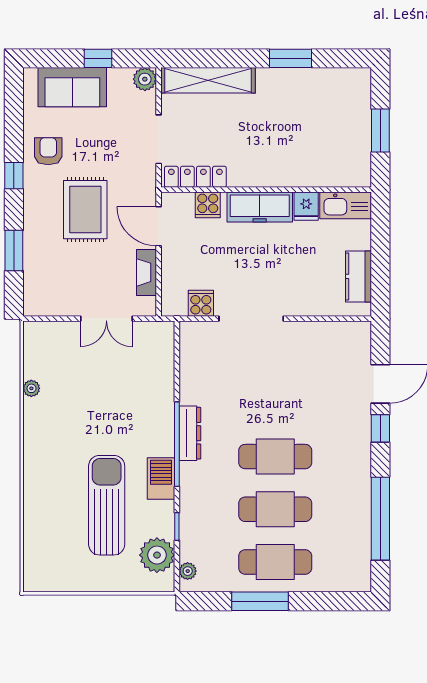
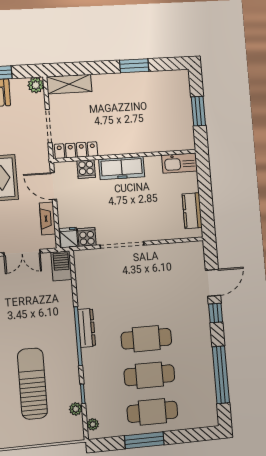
shelving: (208, 80) -> (69, 84), width x0.68
fridge: (306, 206) -> (69, 238), moved, turned 180
barbecue: (161, 479) -> (61, 266), moved
plant: (157, 555) -> (76, 409), width x0.53, depth x0.53

